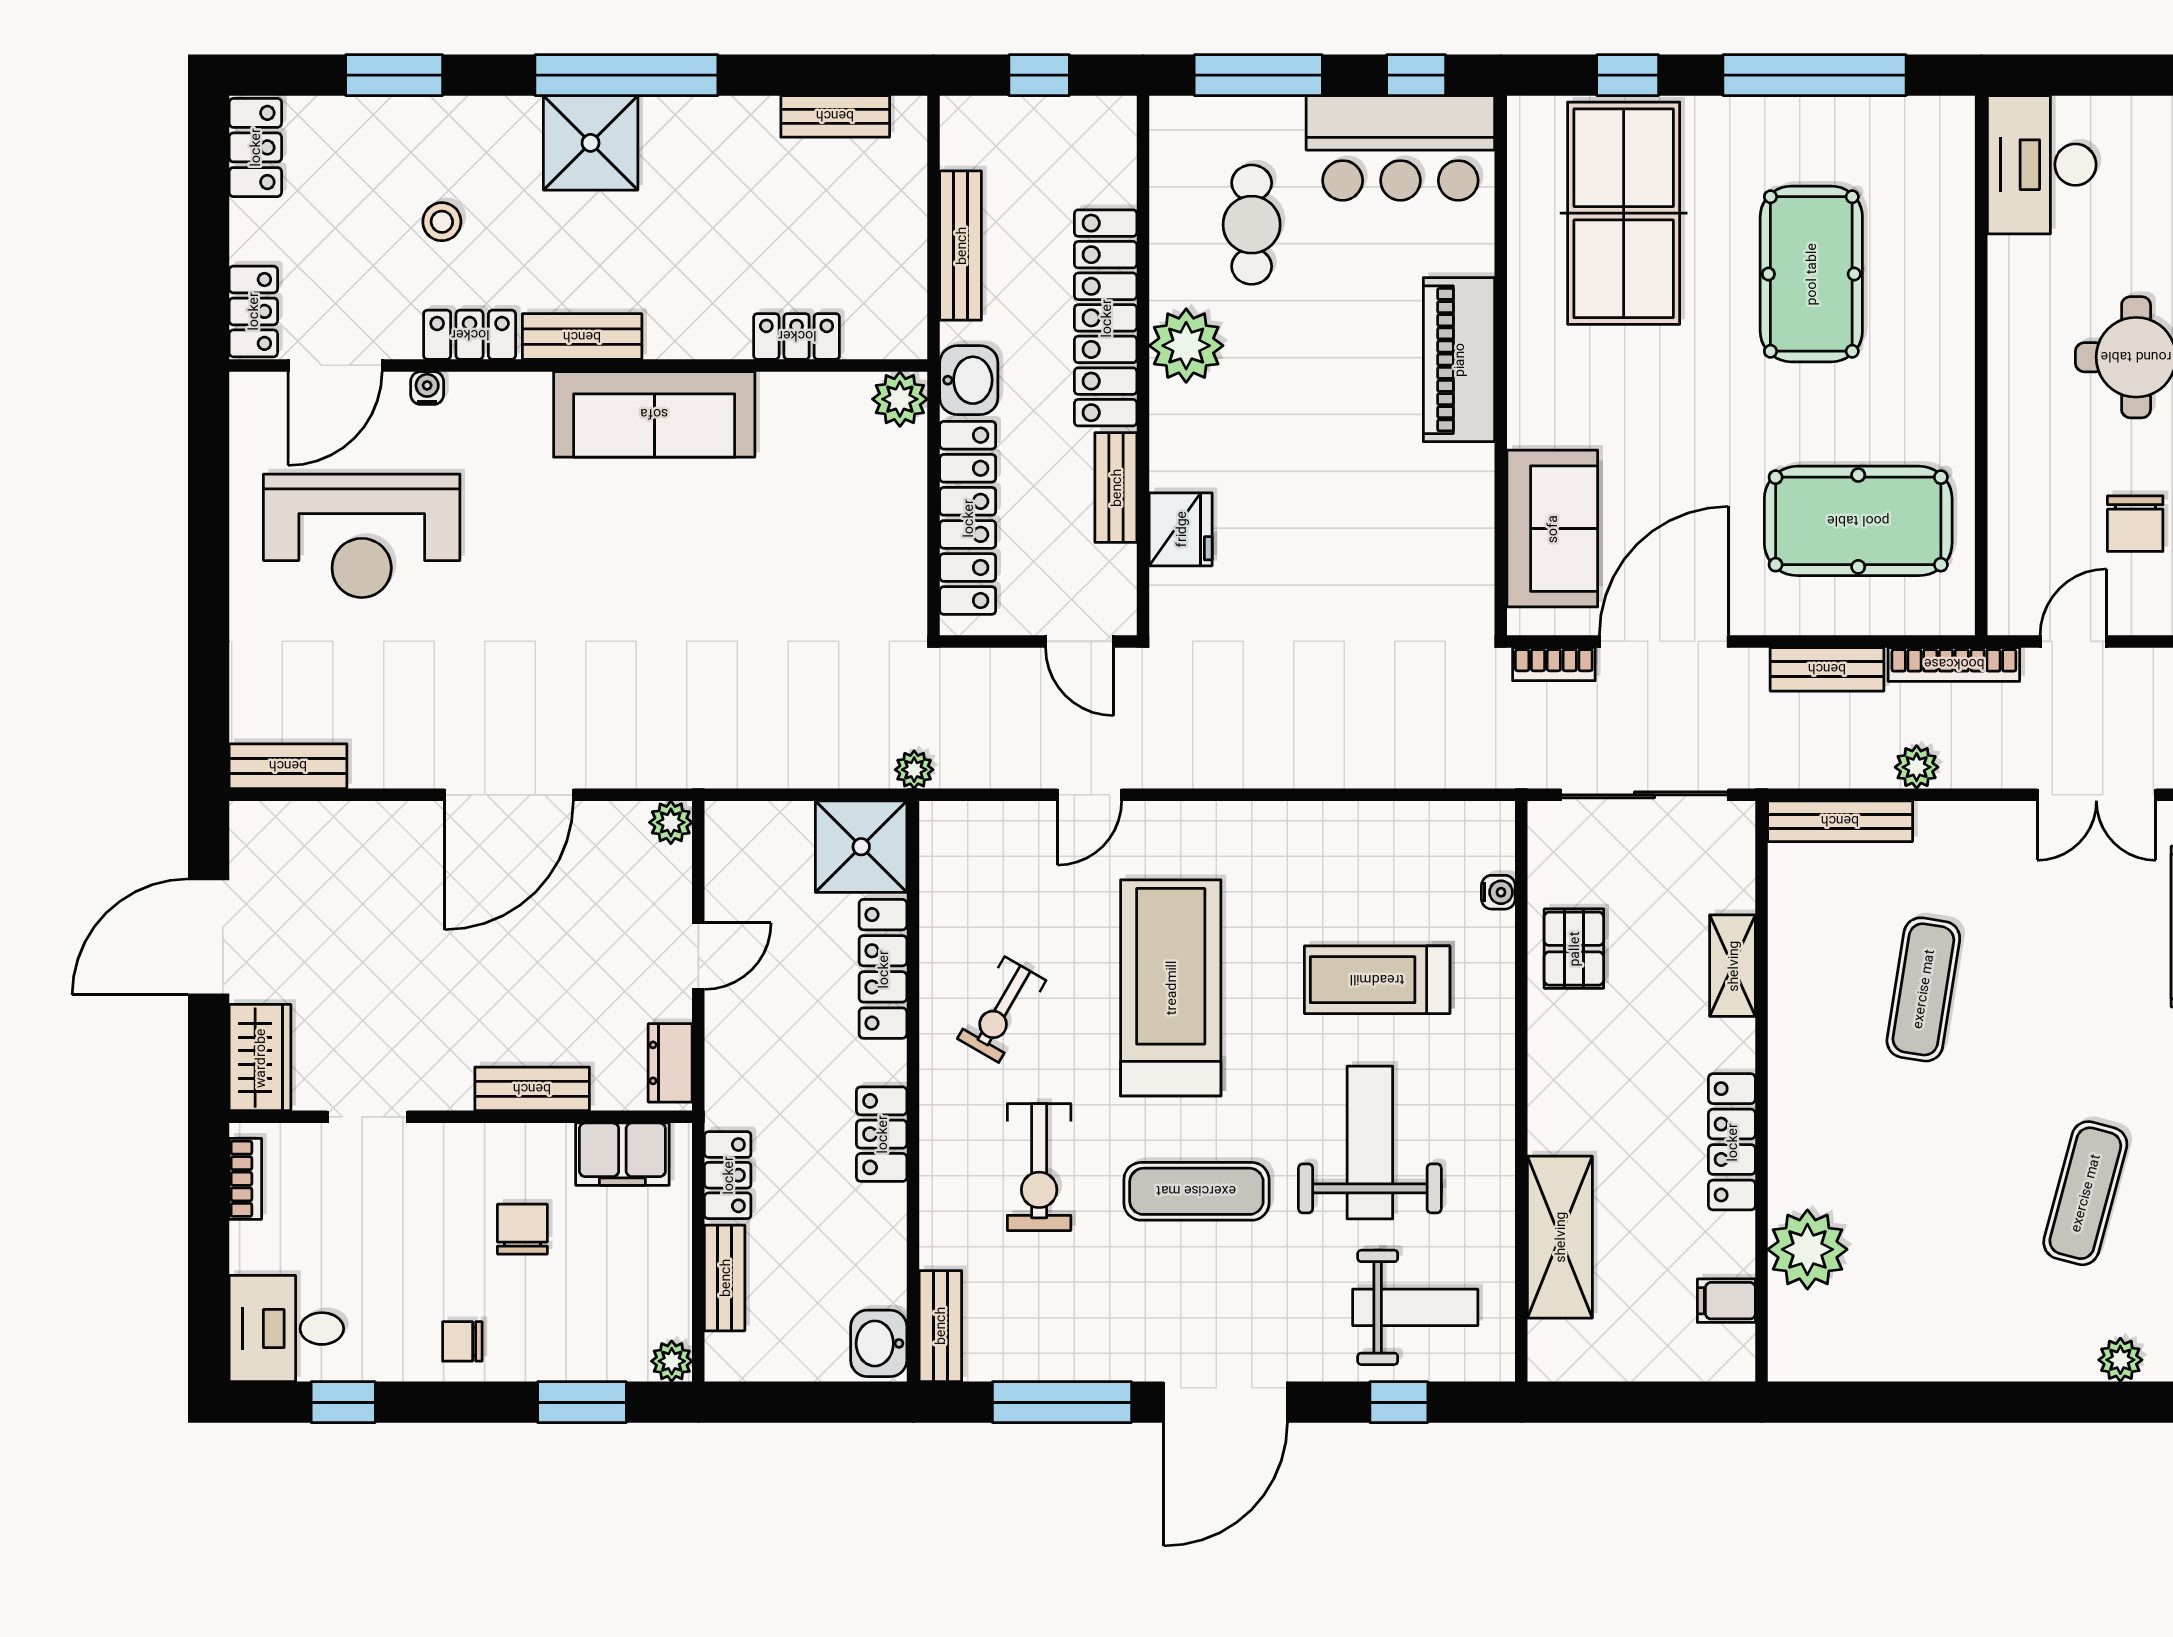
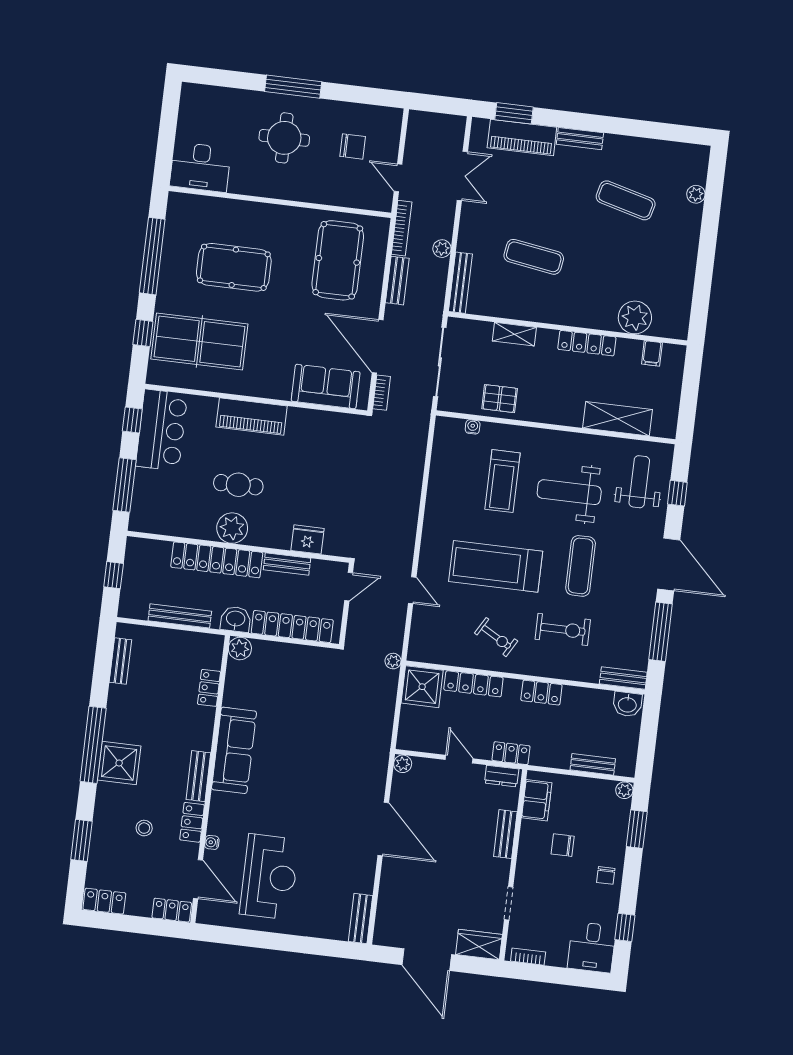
cafe table: (1252, 225) -> (238, 485), moved
locker: (728, 1175) -> (511, 753), moved

